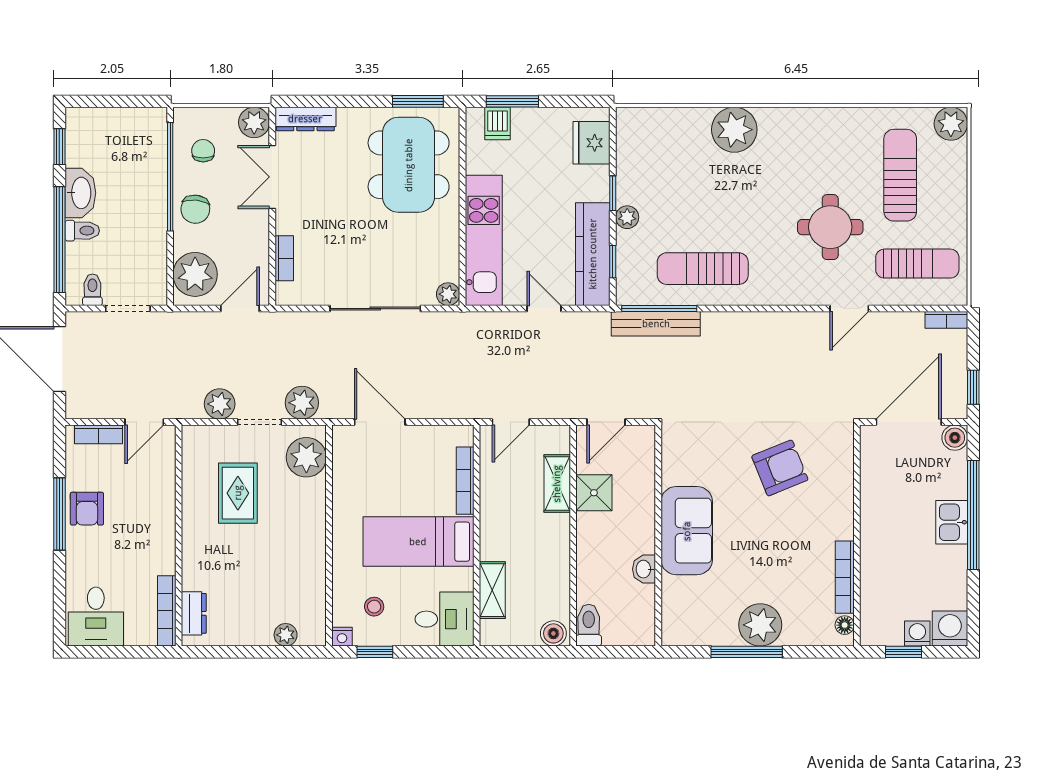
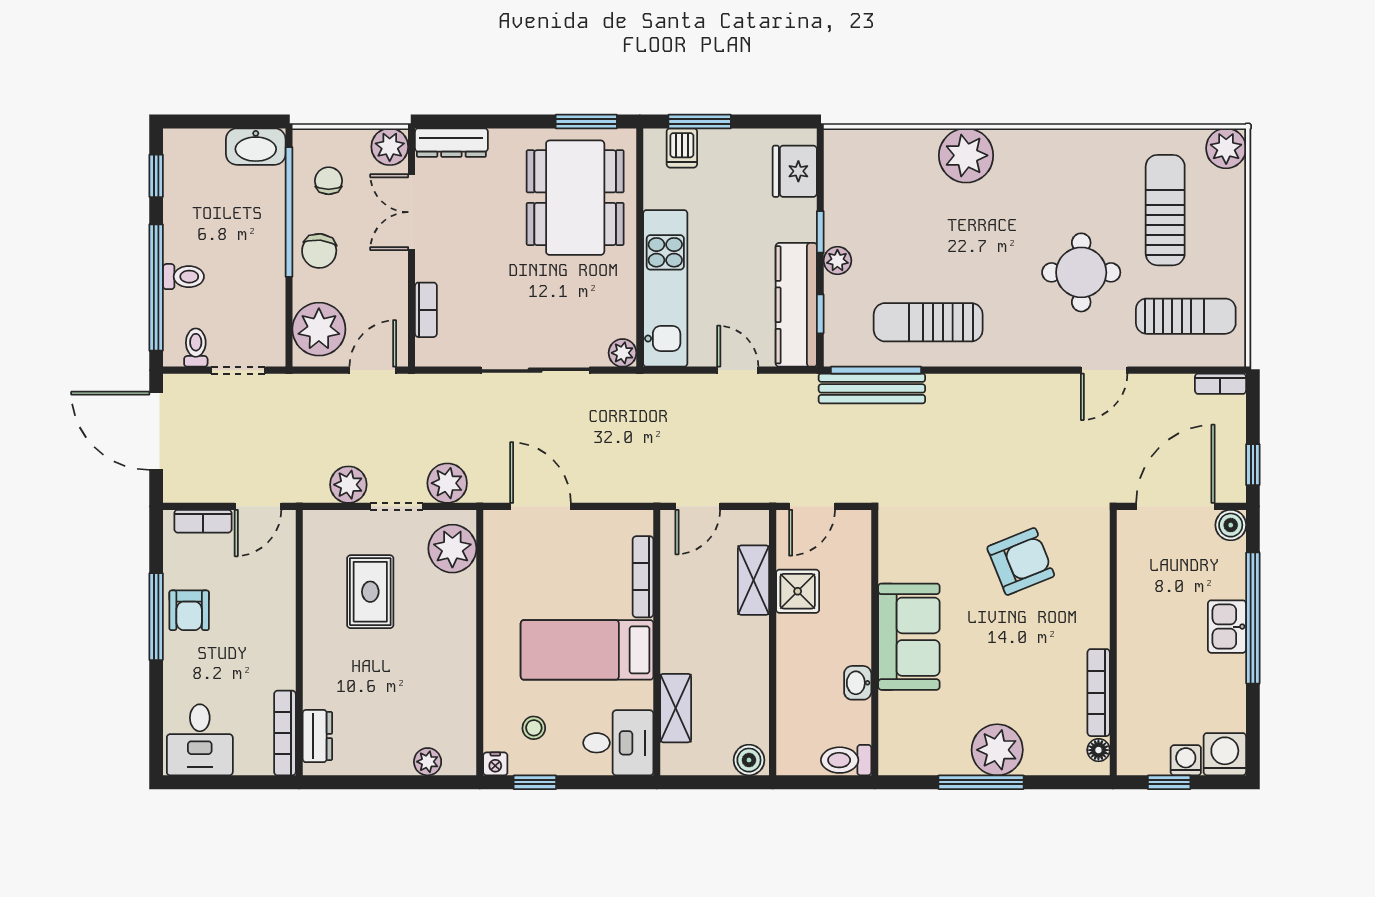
washbasin: (80, 193) -> (256, 147), moved, turned 90
toilet: (589, 625) -> (846, 760), moved, turned -90

